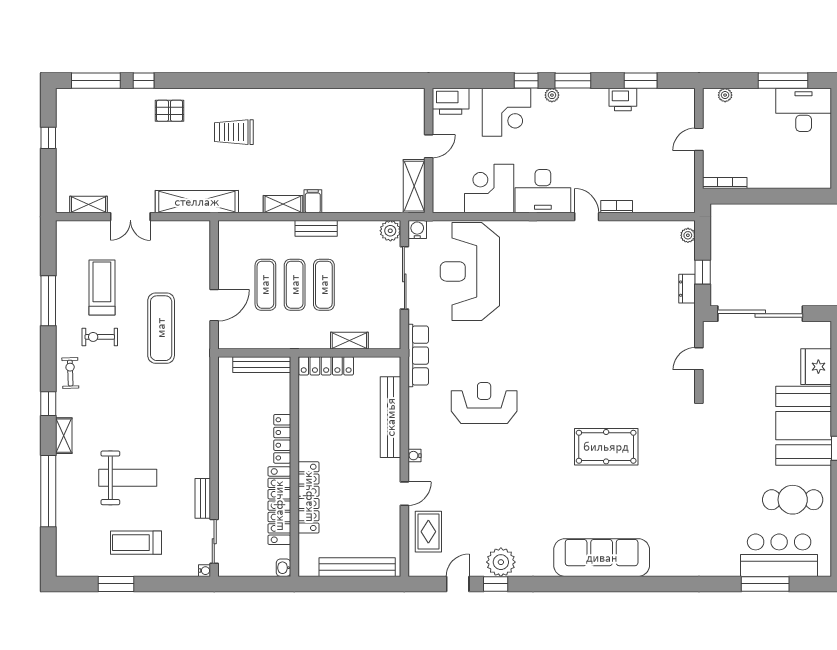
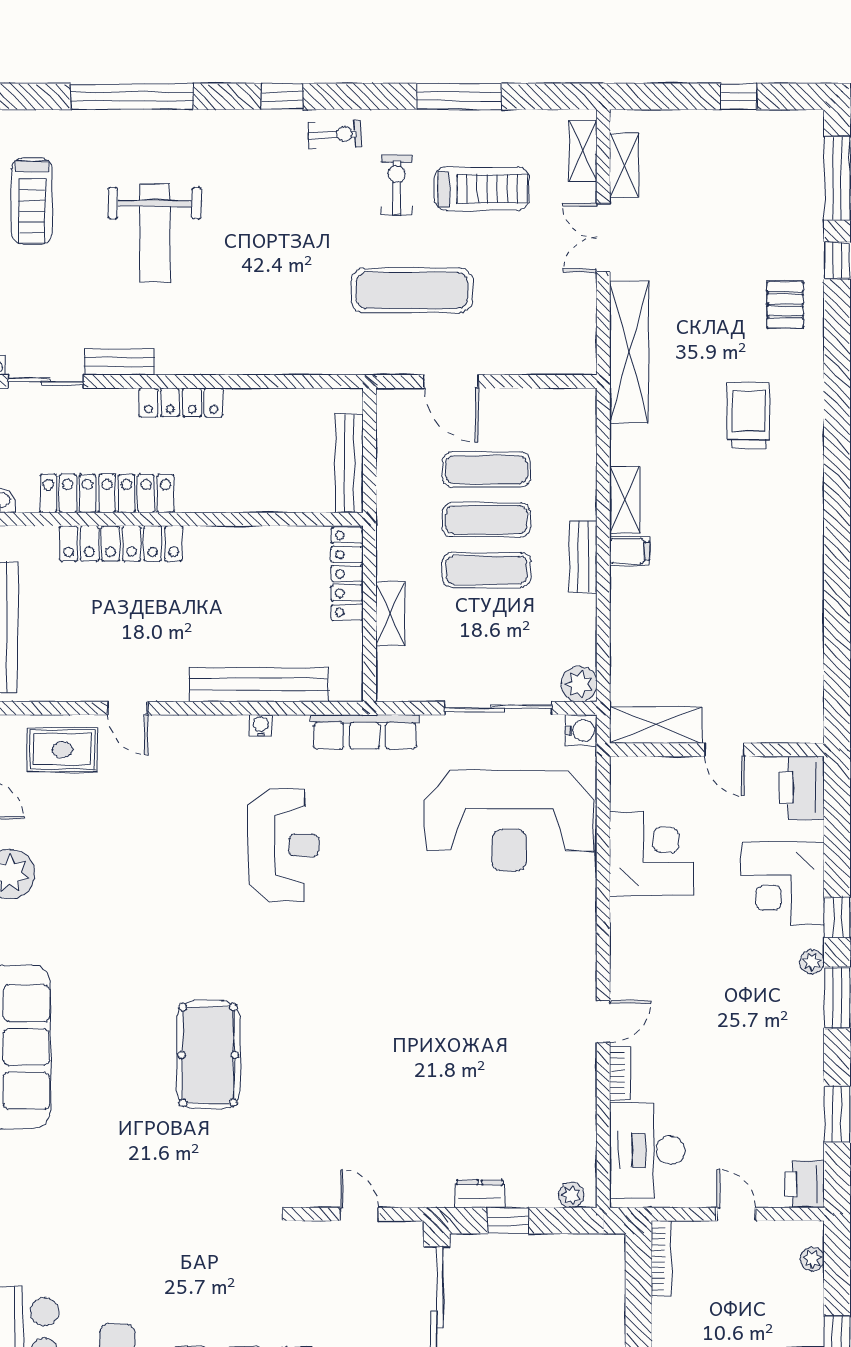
printer: (623, 99) -> (805, 1184), moved
desk: (543, 191) -> (647, 1150), moved
reception desk: (470, 271) -> (509, 821), turned 180
shelving: (64, 436) -> (583, 151), moved, turned 90
locker: (282, 439) -> (181, 402), moved, turned 180
water cooler: (414, 456) -> (261, 726), moved
treadmill: (136, 543) -> (32, 201), moved, turned 180

